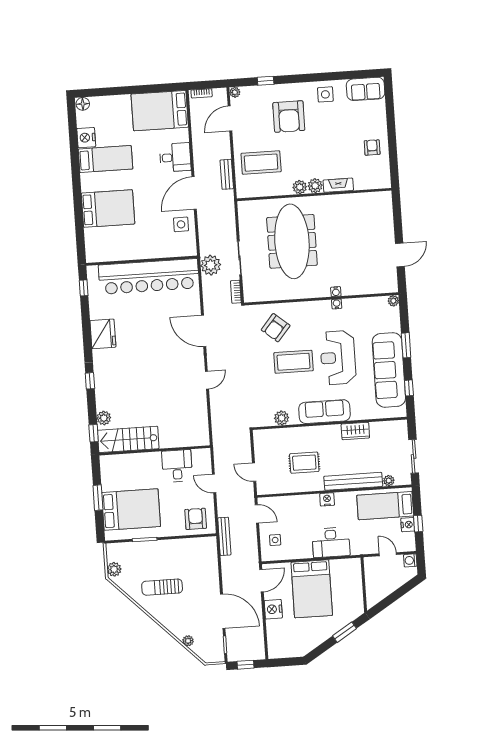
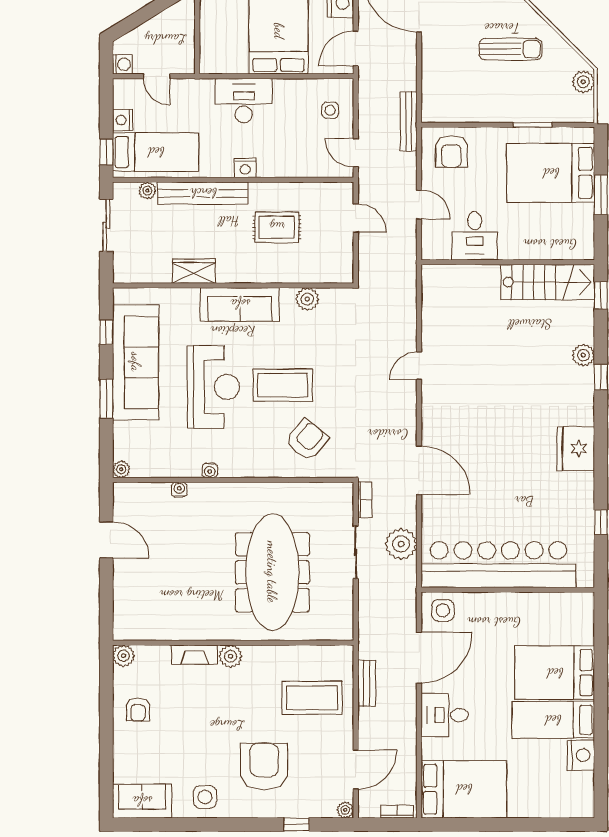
floor lamp: (83, 104) -> (583, 808), removed
plant: (300, 187) -> (124, 656), moved
bed: (108, 209) -> (555, 673), moved
door: (400, 255) -> (106, 540), swing flipped
wall: (142, 261) -> (508, 590), moved
bar counter: (149, 276) -> (498, 565), moved
water cooler: (336, 292) -> (179, 490), moved
door: (204, 331) -> (419, 470), moved
plant: (104, 418) -> (583, 355), moved
window: (418, 524) -> (106, 152), moved

